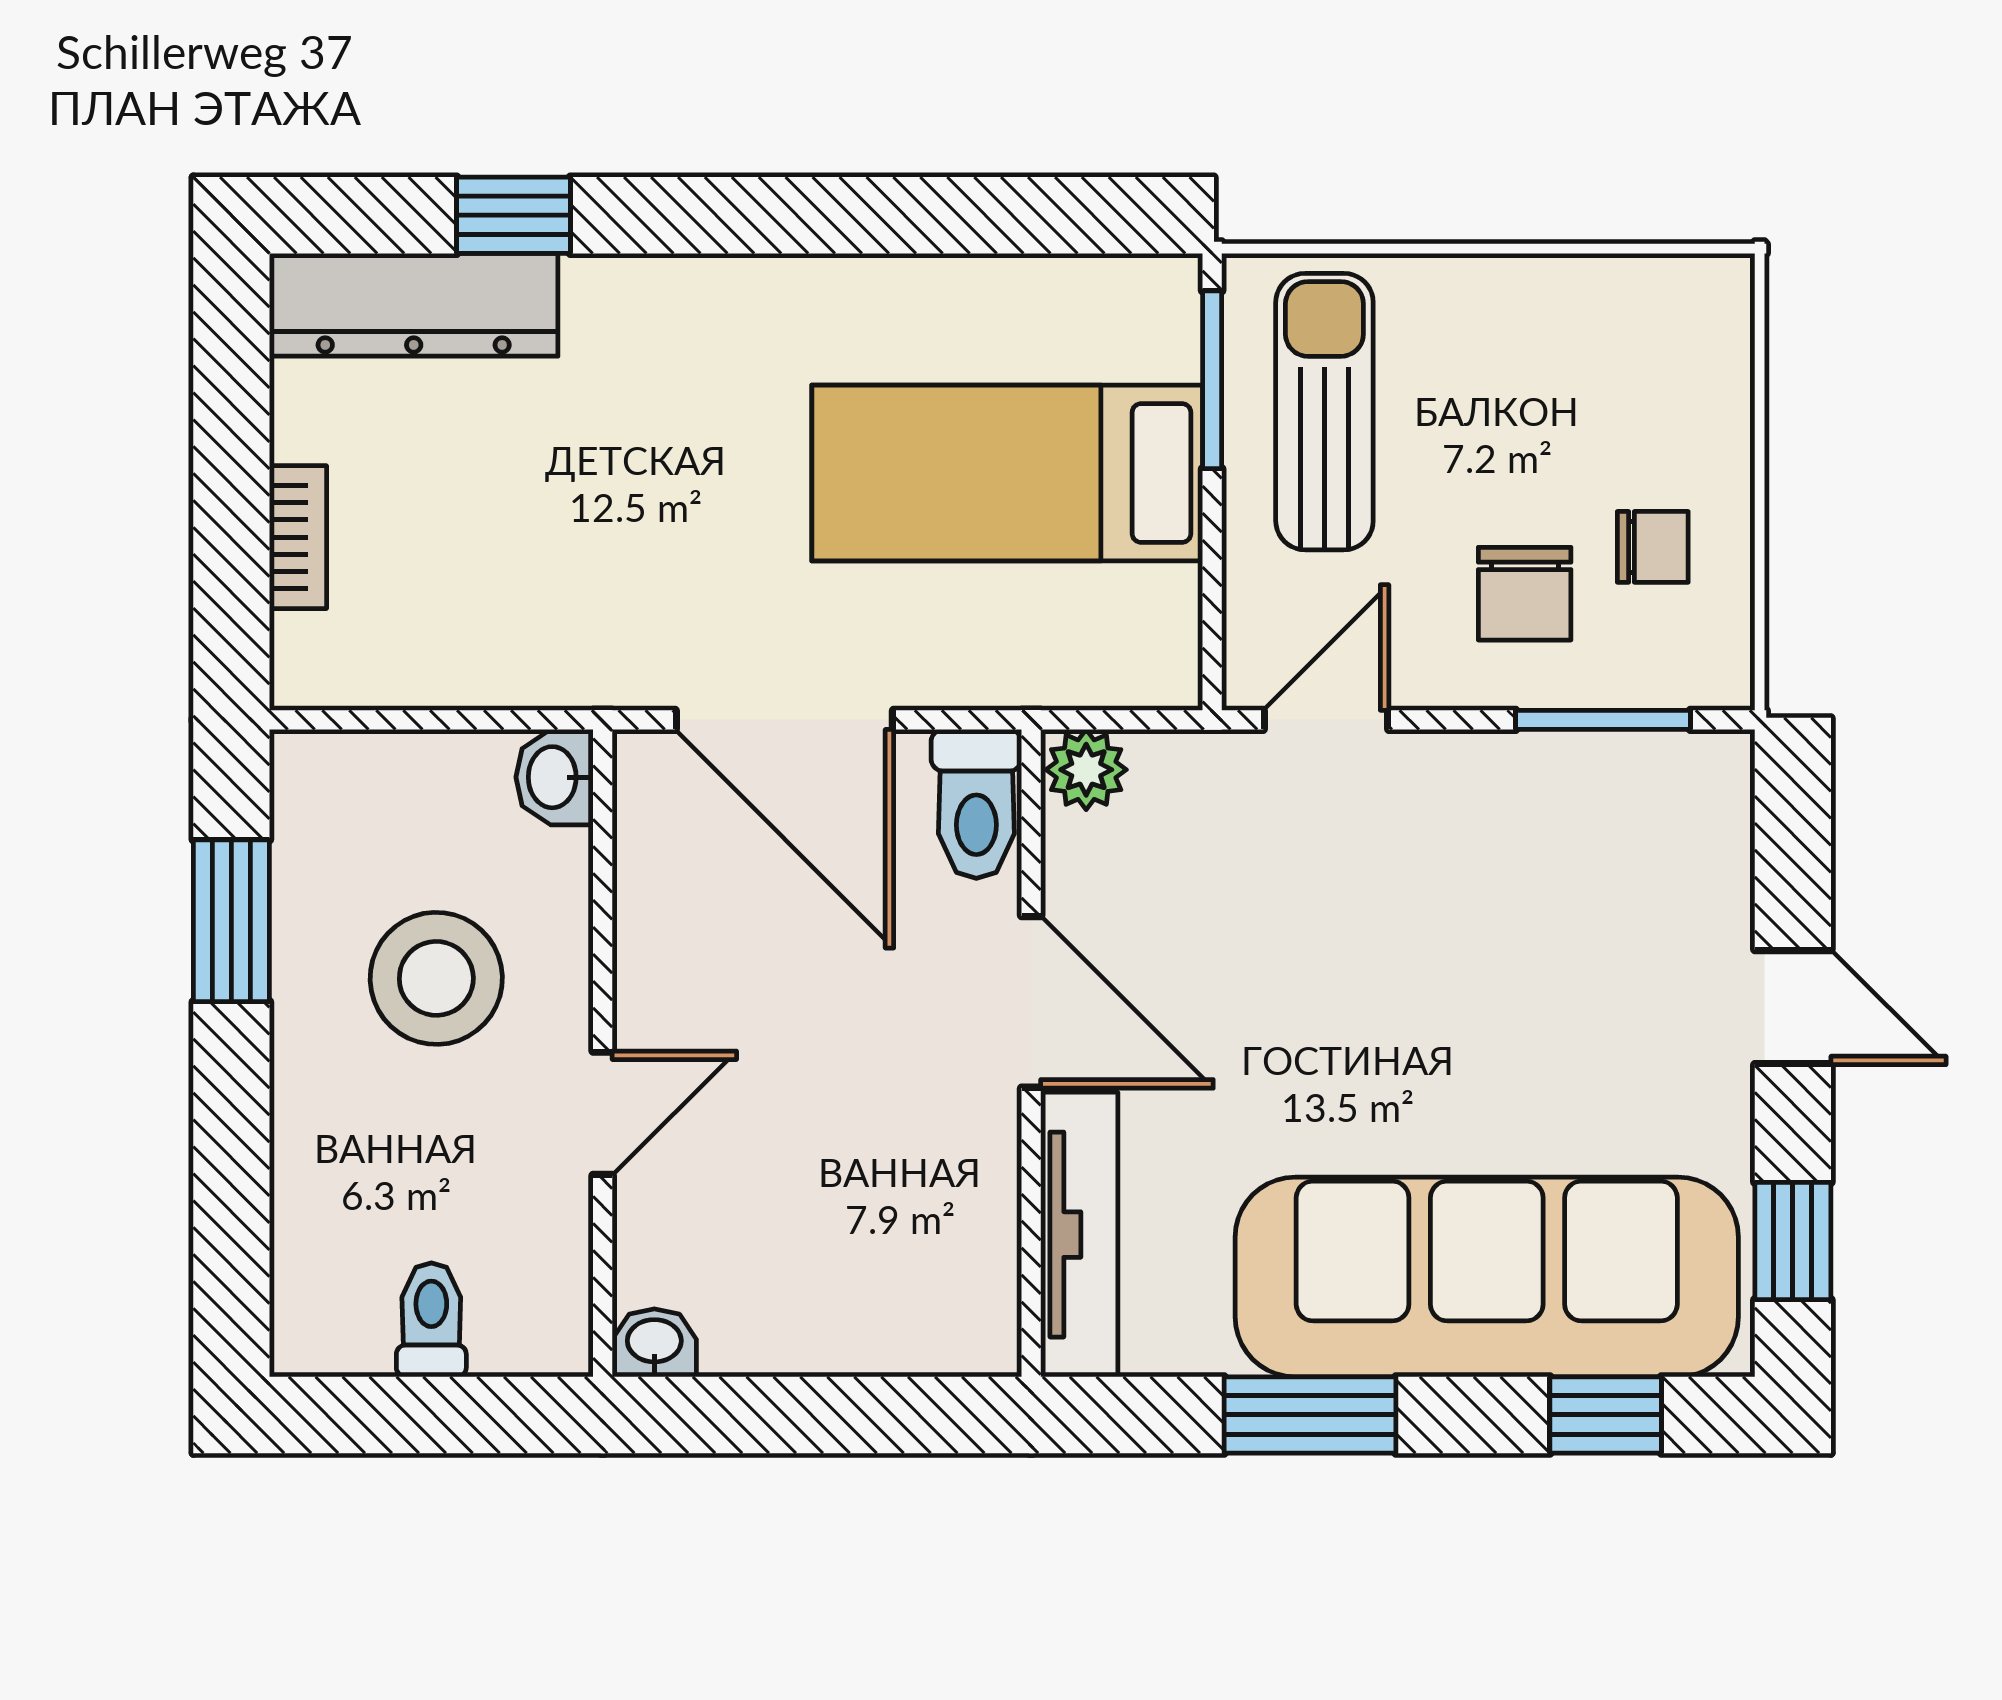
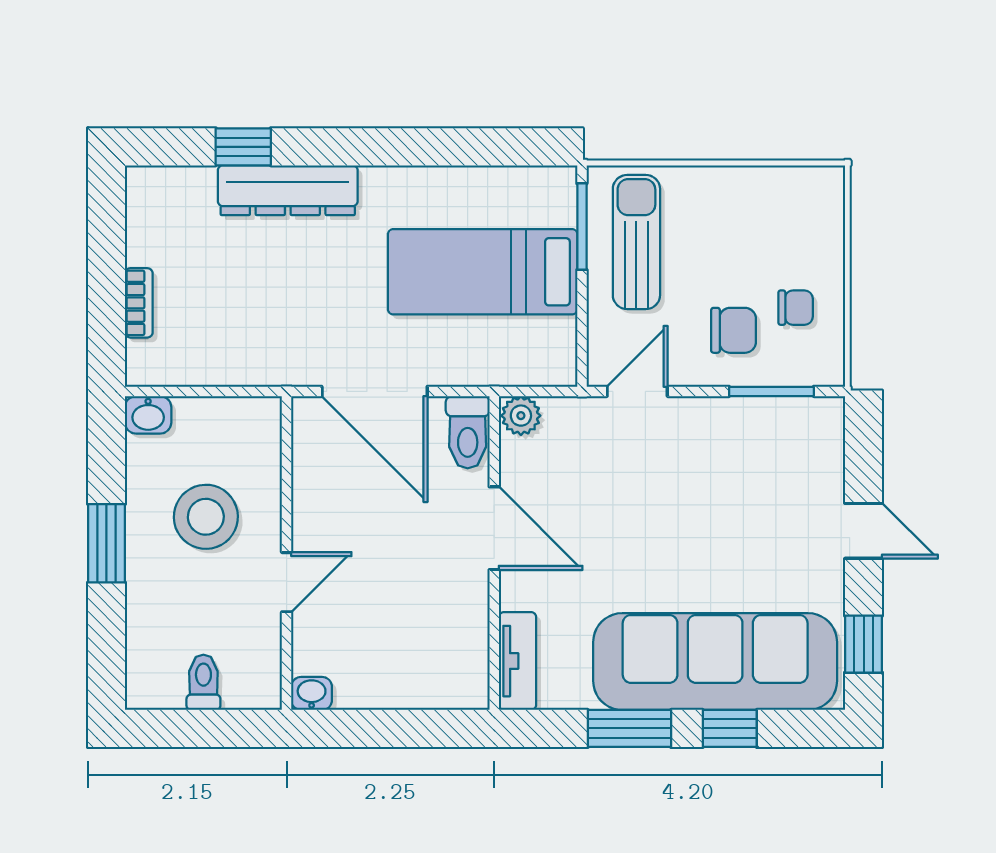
dresser: (414, 305) -> (288, 190), moved
chair: (1525, 594) -> (733, 330), turned -90
washbasin: (555, 777) -> (148, 415), moved, turned -90
window: (231, 921) -> (106, 543), moved
tv unit: (1079, 1235) -> (518, 661), width x0.71
window: (1606, 1415) -> (730, 728), moved

